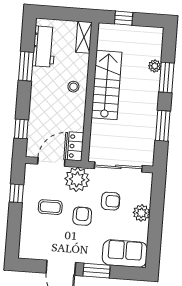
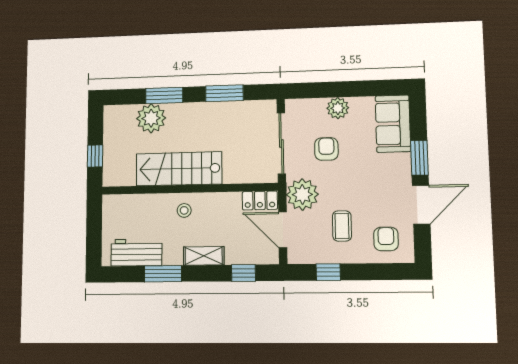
shelving: (84, 37) -> (204, 256), moved
plant: (155, 66) -> (151, 118), width x1.88, depth x1.88
armchair: (82, 216) -> (386, 239), moved, turned 90

